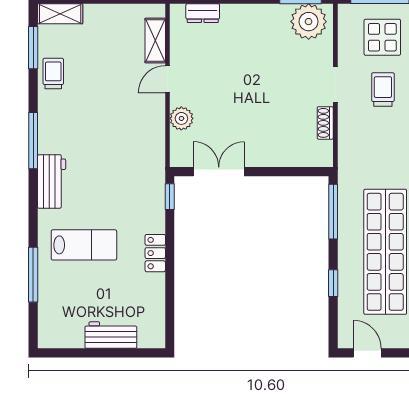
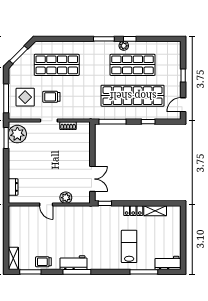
shelving: (155, 41) -> (155, 211), moved
double door: (219, 172) -> (92, 179), swing flipped
workbench: (52, 181) -> (73, 263), moved
workbench: (111, 335) -> (168, 263), moved, turned 90

